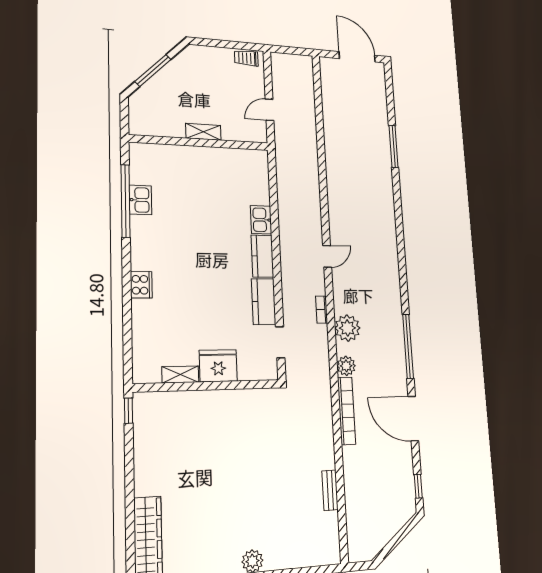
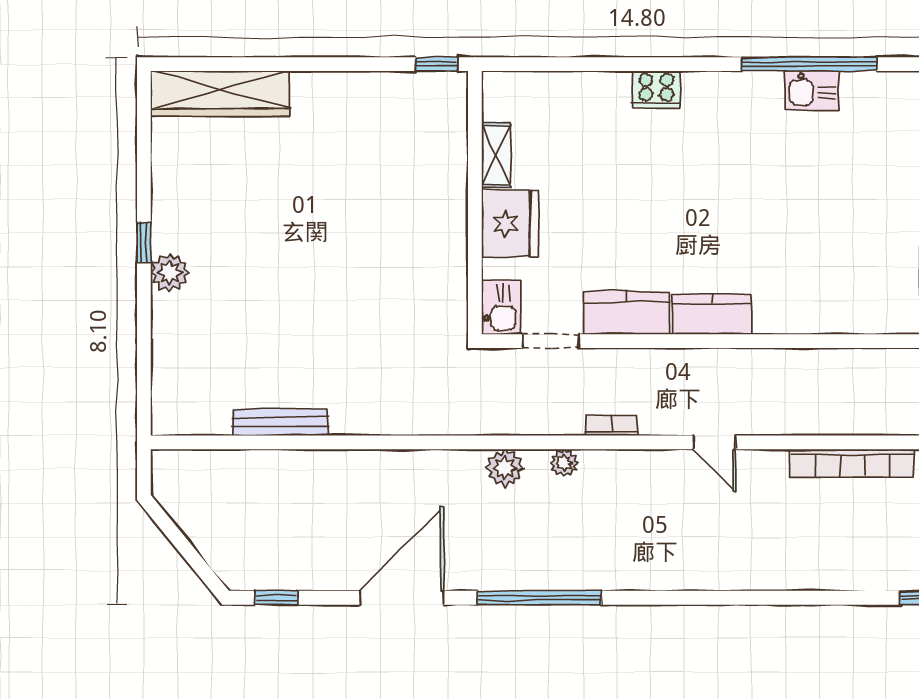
kitchen sink: (261, 220) -> (501, 307), moved, turned 90
plant: (347, 328) -> (564, 463), width x0.53, depth x0.53
bookcase: (346, 411) -> (852, 463), moved
bench: (330, 490) -> (280, 422), width x1.36

